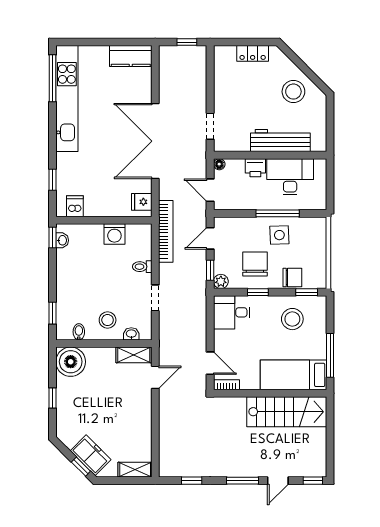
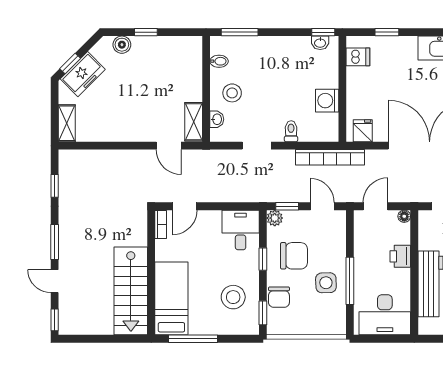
desk: (290, 177) -> (385, 315), moved, turned 90
window: (52, 313) -> (240, 32), width x1.50
boiler: (71, 362) -> (122, 45), moved, width x0.54, depth x0.54

